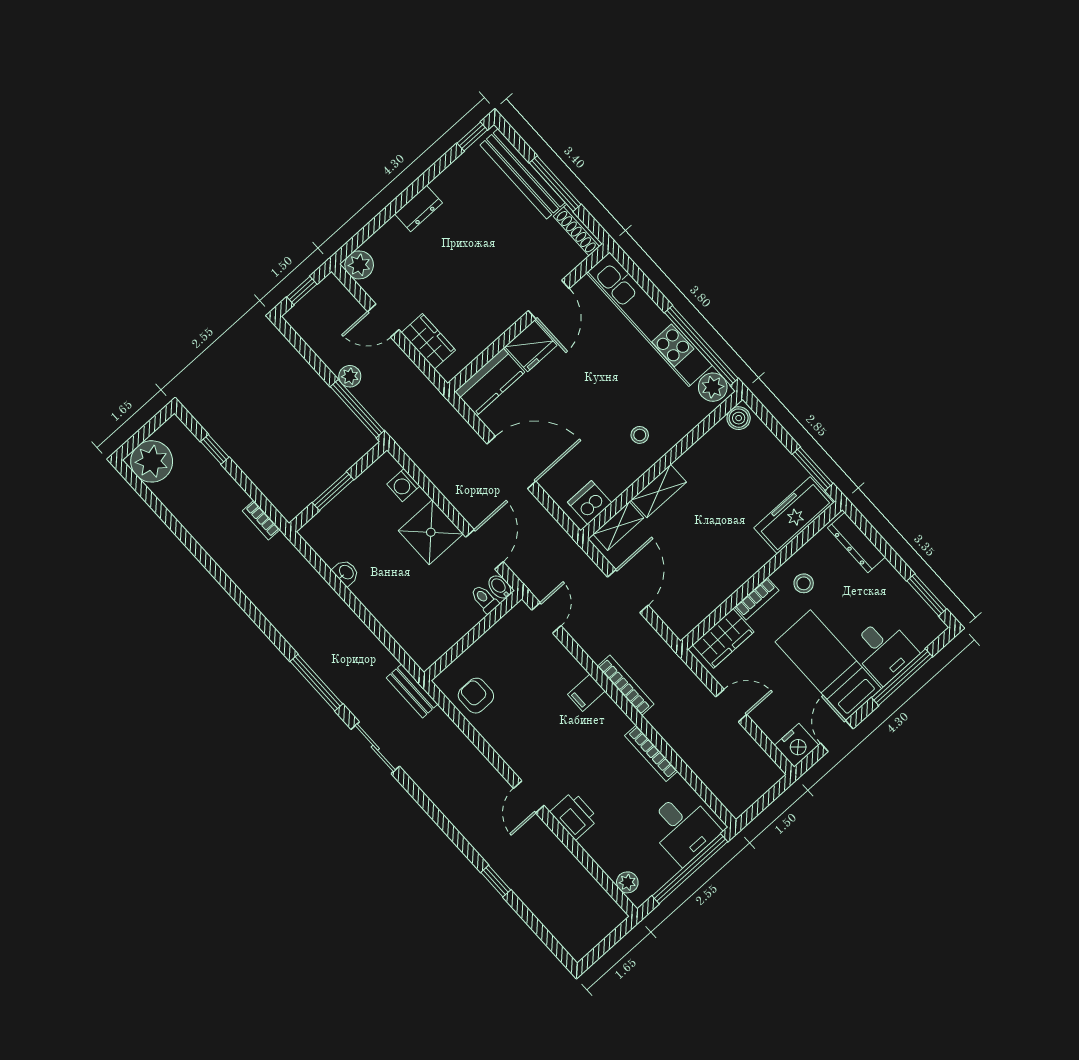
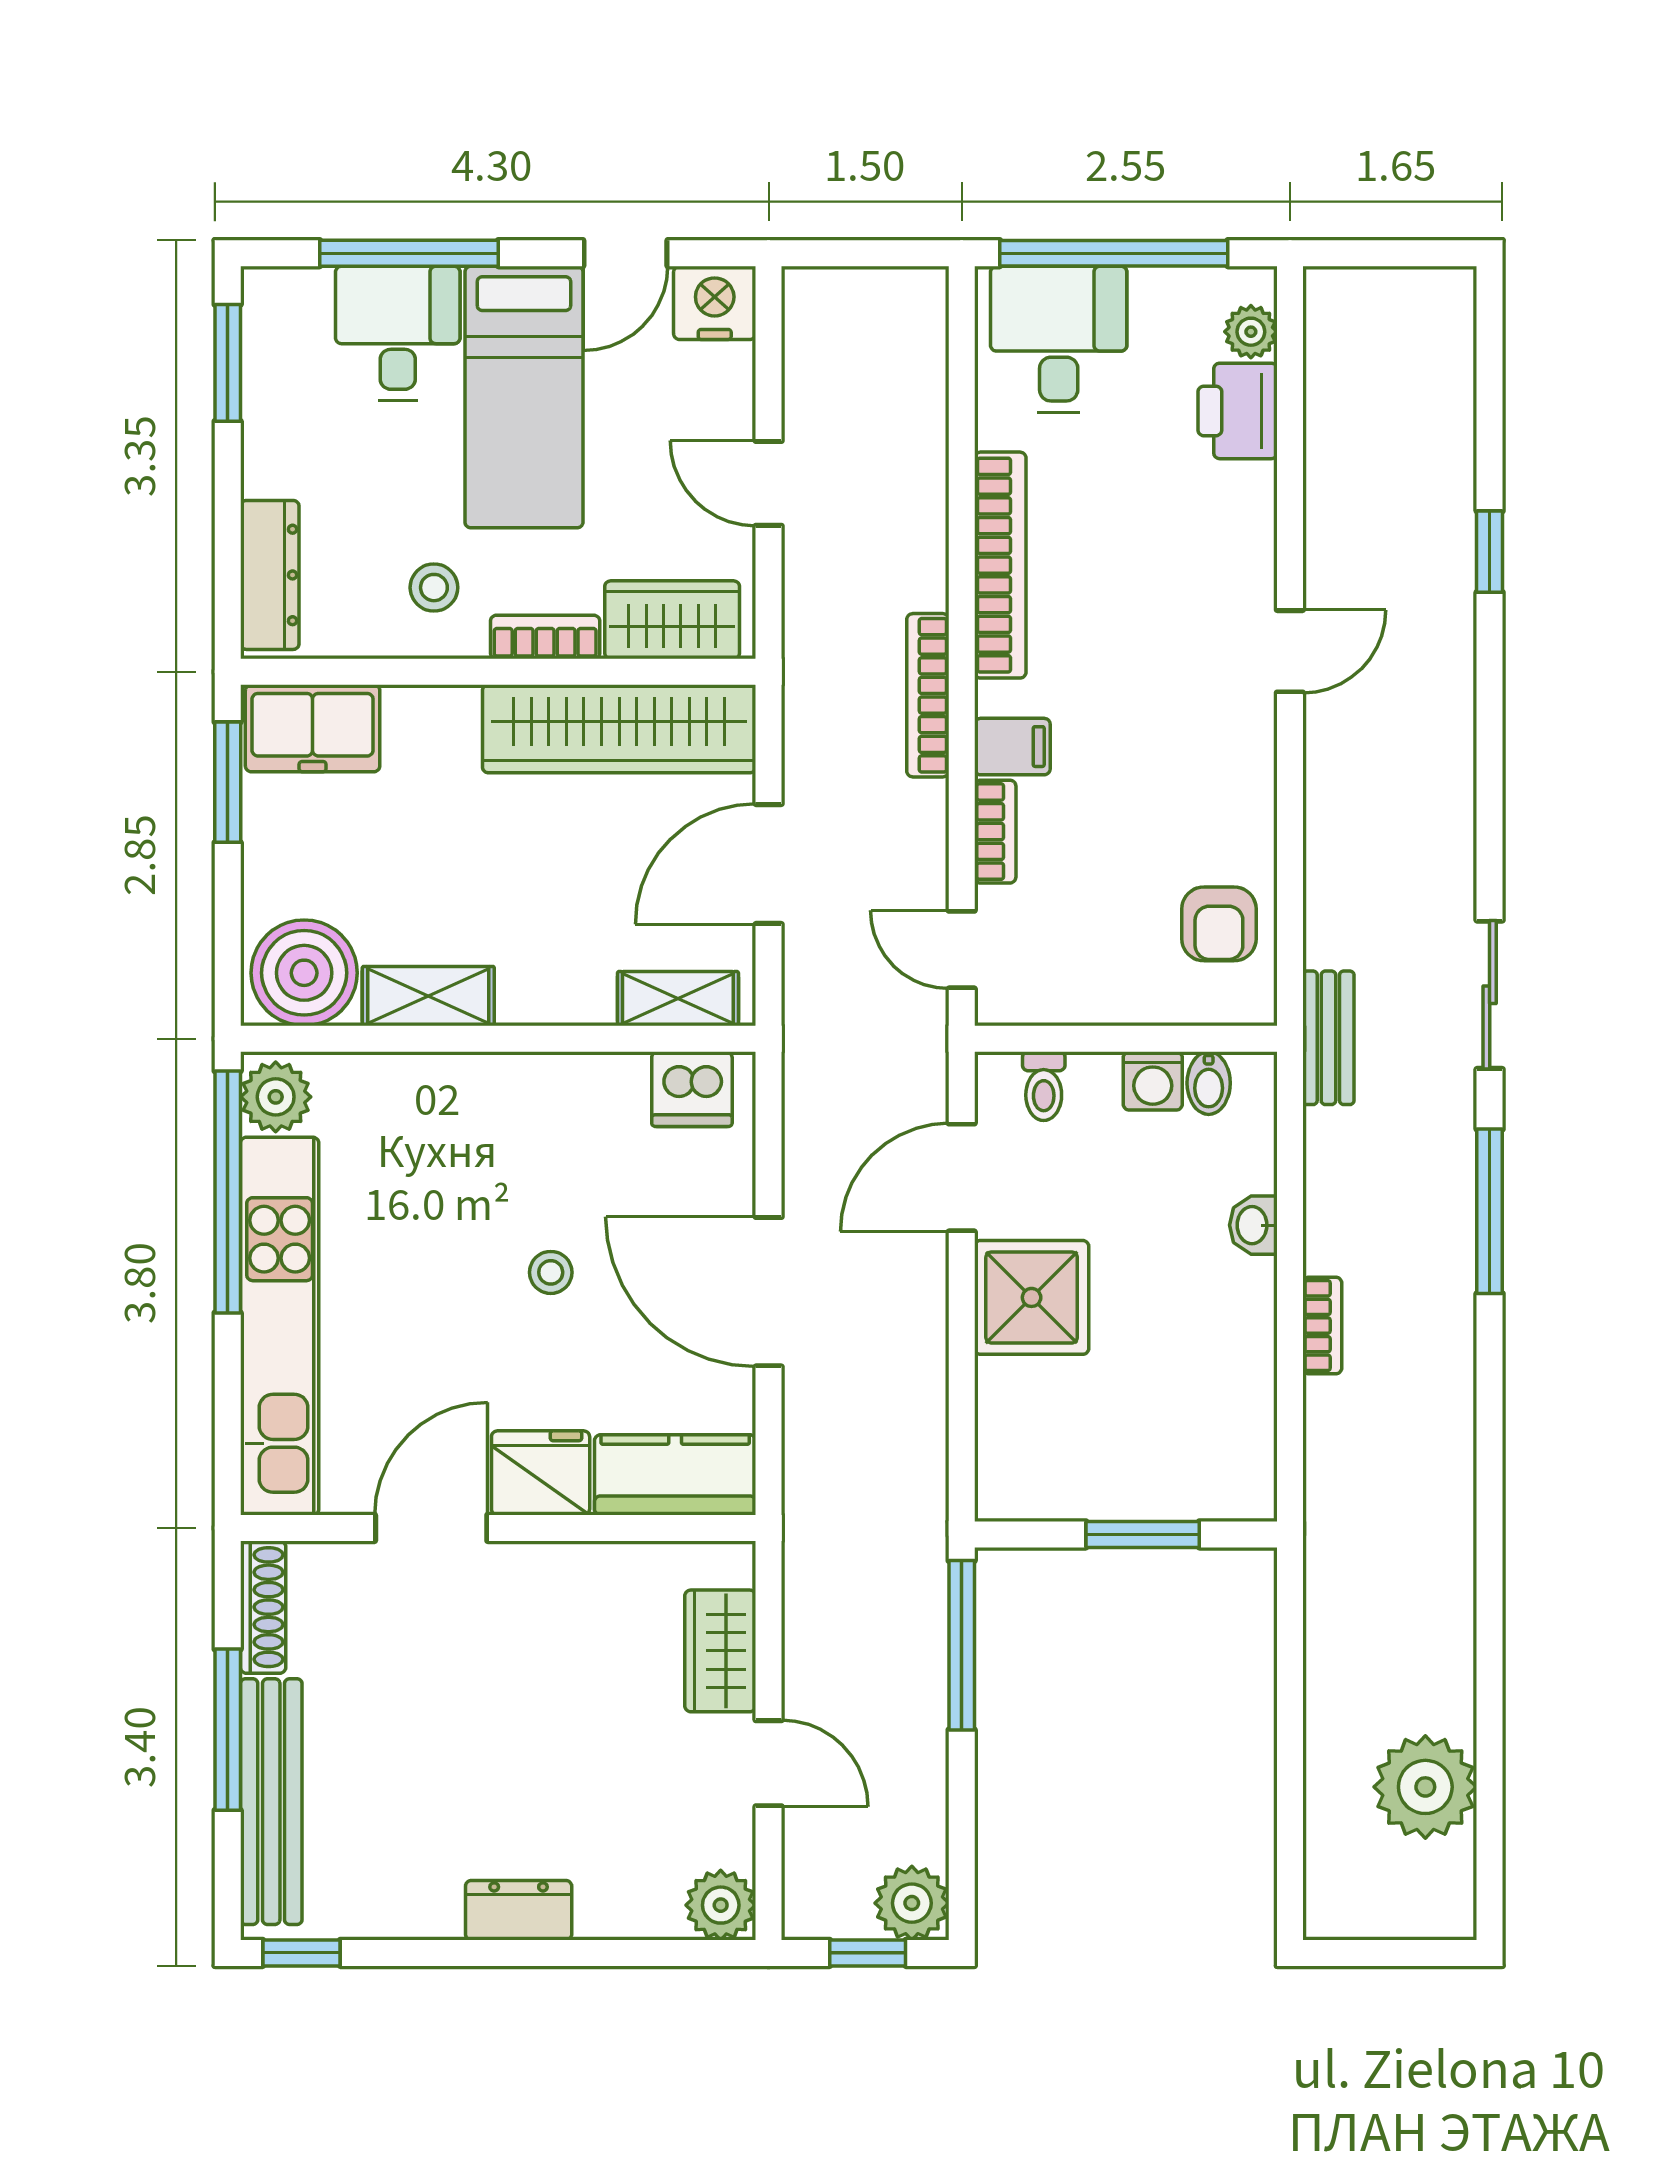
plant: (350, 376) -> (912, 1903), moved, width x1.38, depth x1.38
boiler: (739, 418) -> (304, 973), width x1.86, depth x1.86
stool: (640, 435) -> (551, 1272), moved
window: (215, 449) -> (1290, 1806), removed
plant: (152, 461) -> (1425, 1787), moved
washing machine: (403, 485) -> (1153, 1081), moved, turned 90
shelving: (659, 491) -> (428, 996), moved
freezer: (794, 515) -> (313, 728), width x0.71
bookcase: (261, 520) -> (1322, 1326), moved
washbasin: (346, 572) -> (1253, 1225), moved
bidet: (500, 587) -> (1209, 1083), moved
wardrobe: (709, 591) -> (619, 729), added
door: (546, 618) -> (962, 950), hinge flipped
bookcase: (568, 662) -> (995, 832), added
bookcase: (651, 753) -> (1000, 565), width x1.48, depth x1.31
printer: (574, 816) -> (1238, 411), moved

